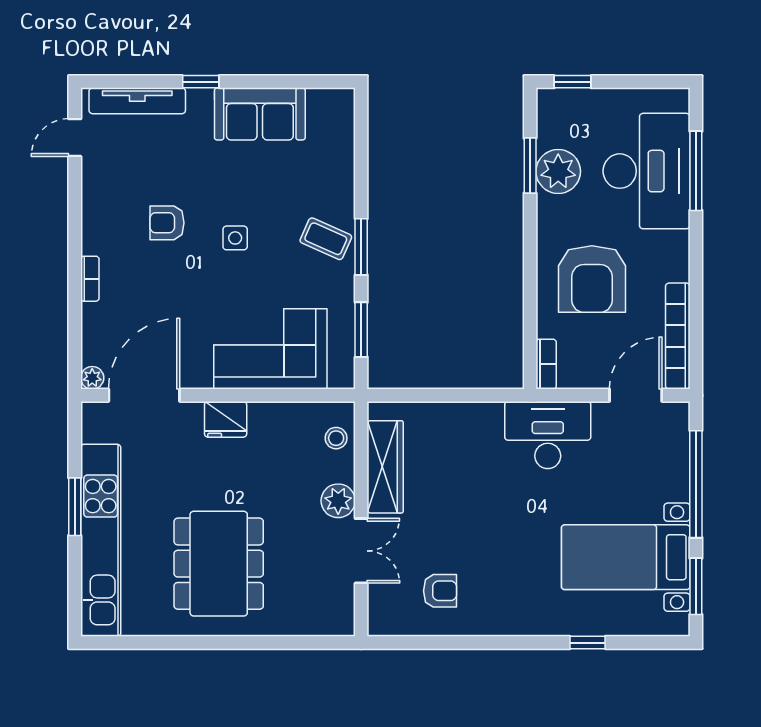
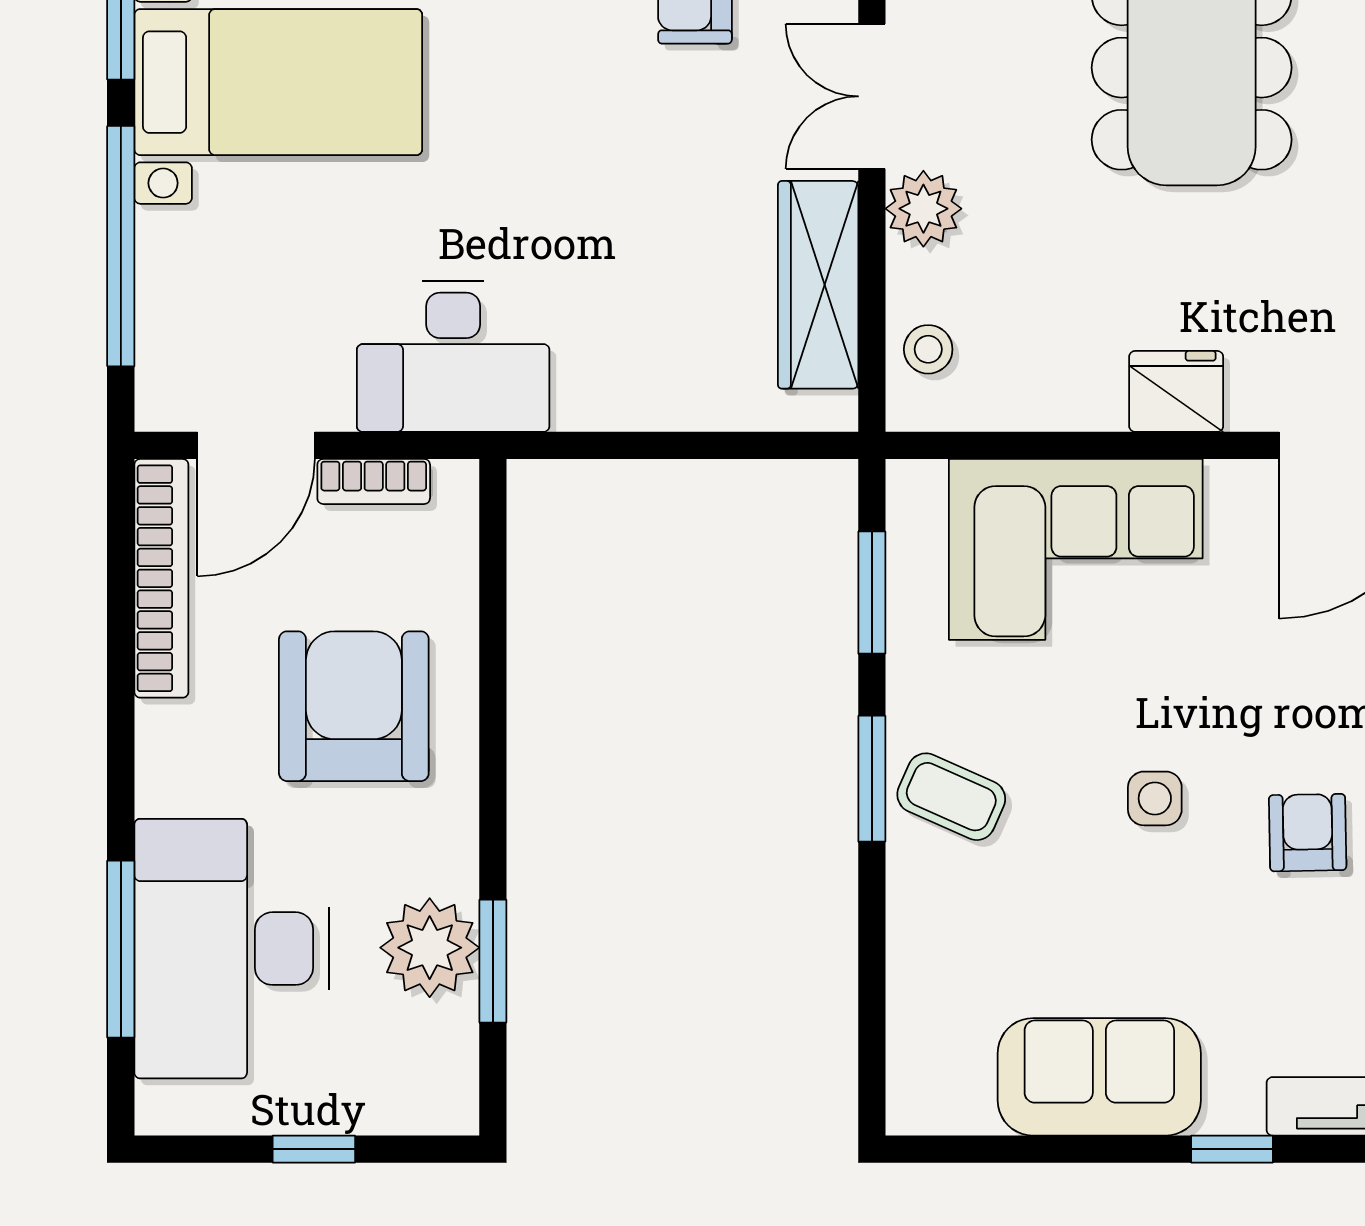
window: (573, 82) -> (314, 1149), moved
armchair: (167, 223) -> (1308, 833), turned -91
bookcase: (546, 364) -> (374, 481), moved, turned -90

